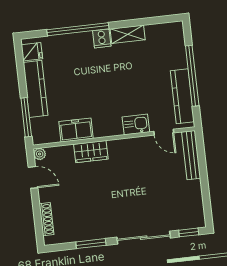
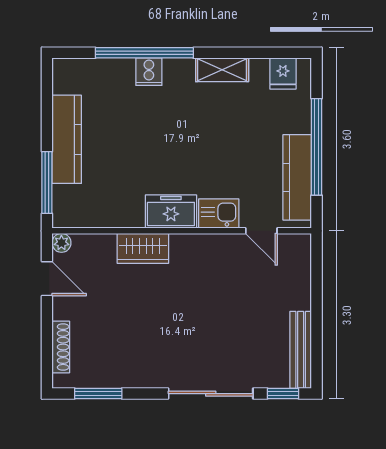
cooker: (102, 38) -> (149, 72), moved
fridge: (32, 52) -> (283, 73), moved, turned 90
freezer: (76, 130) -> (171, 212), moved
bench: (191, 155) -> (301, 350), moved
window: (91, 244) -> (98, 394), moved

